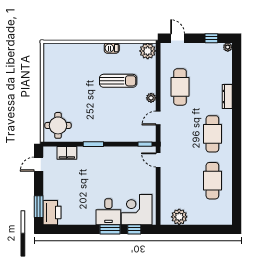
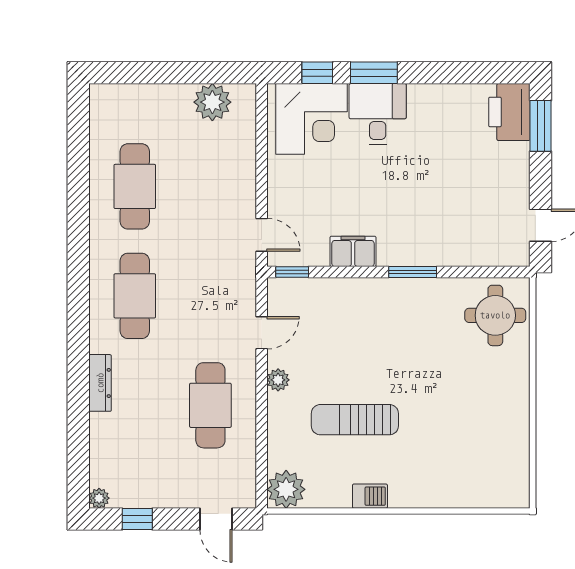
filing cabinet: (67, 153) -> (353, 251), moved

